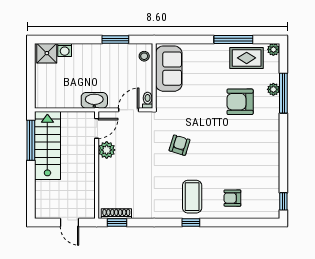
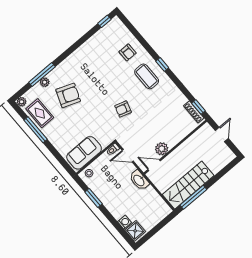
armchair: (240, 102) -> (68, 95), turned -69
coffee table: (192, 197) -> (147, 76), turned 90

